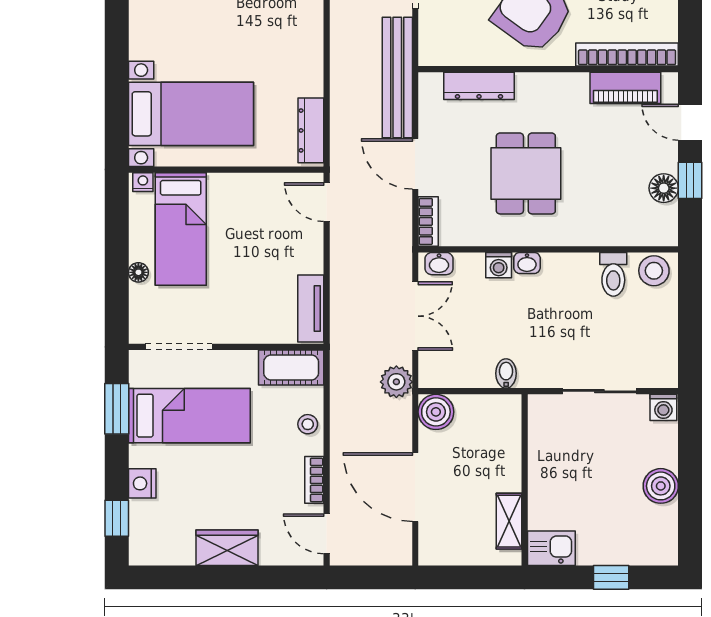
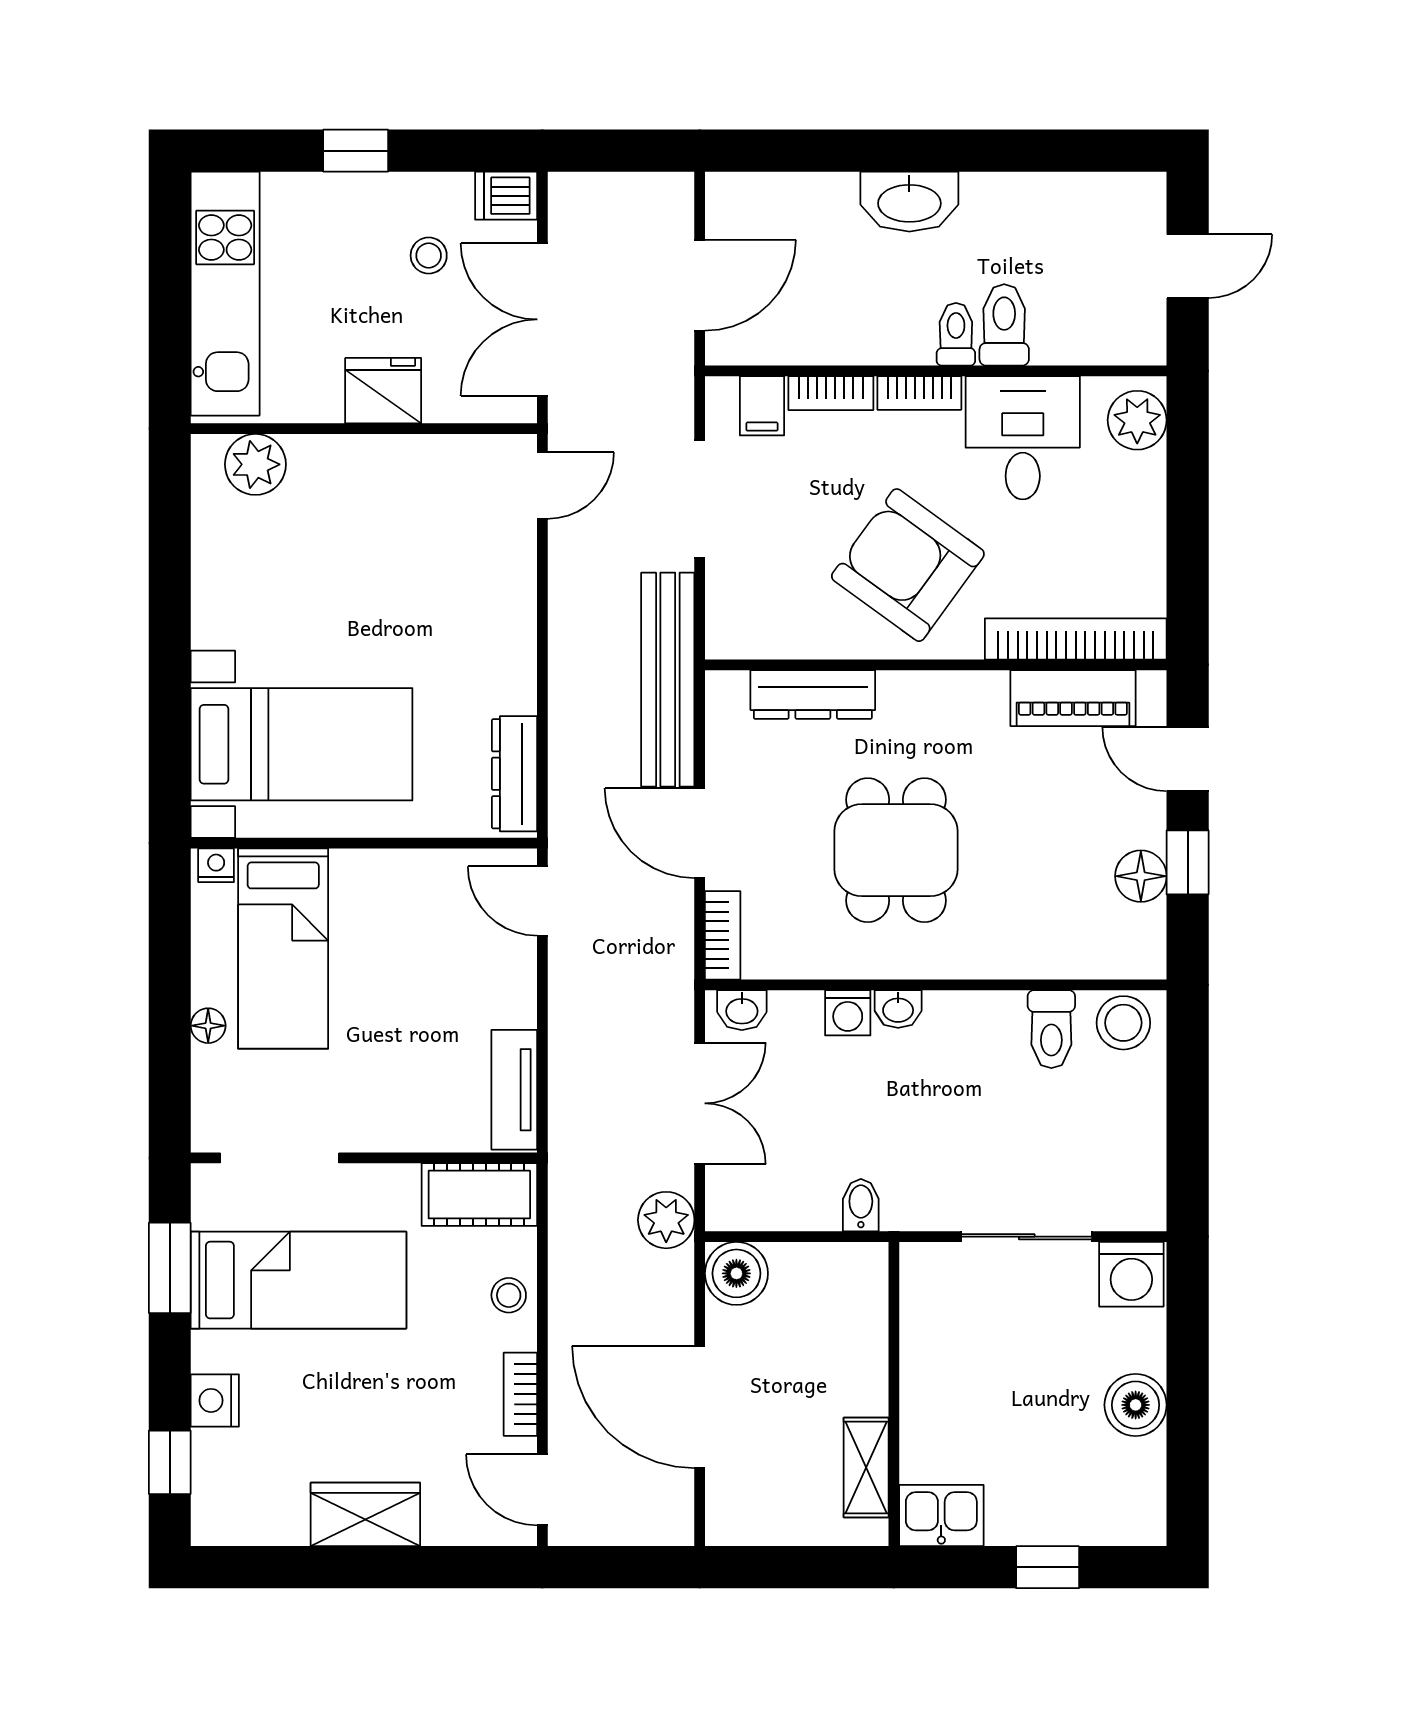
washing machine: (663, 407) -> (1131, 1274), width x1.38, depth x1.38

